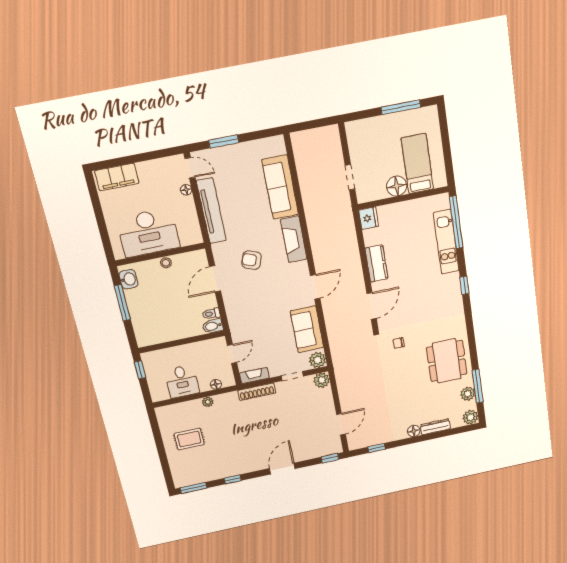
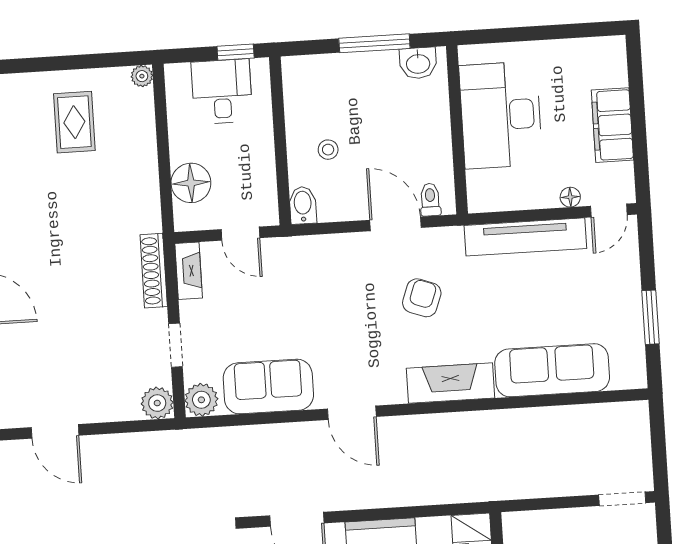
window: (224, 141) -> (651, 317), moved
filing cabinet: (117, 177) -> (612, 125), moved
doorway: (350, 177) -> (622, 499), moved
stool: (166, 263) -> (328, 150), moved
toilet: (211, 314) -> (430, 200), moved
desk: (182, 381) -> (222, 92), moved, turned 90
floor lamp: (216, 384) -> (191, 183), width x1.89, depth x1.89
plant: (208, 402) -> (142, 76), moved

